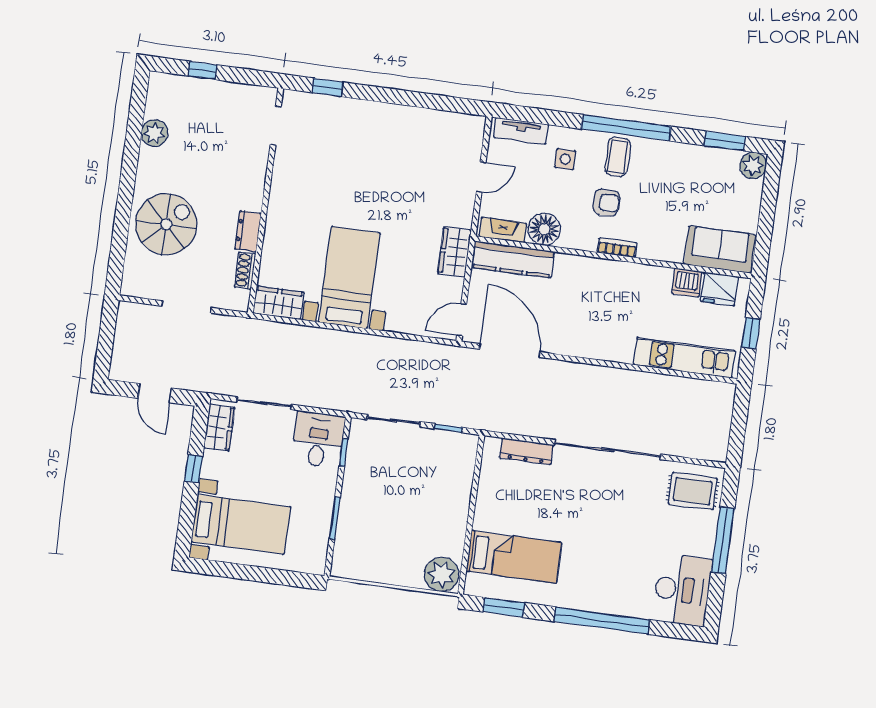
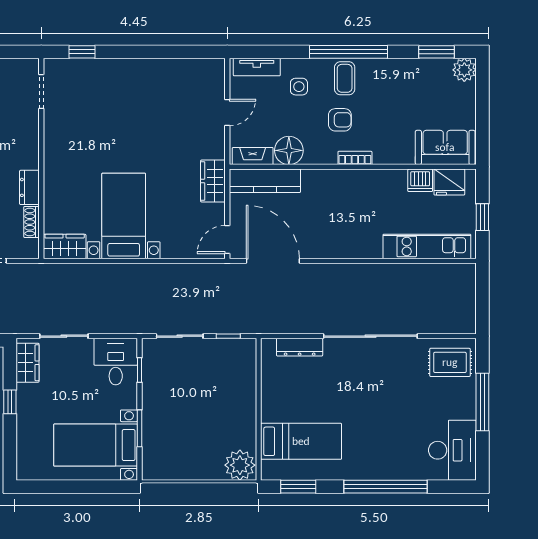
bed with nightstands: (241, 524) -> (96, 445), moved, turned 180

